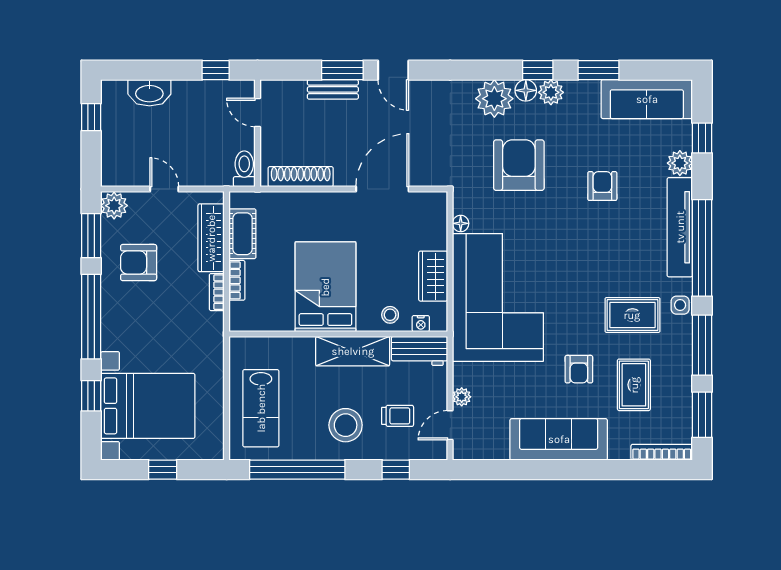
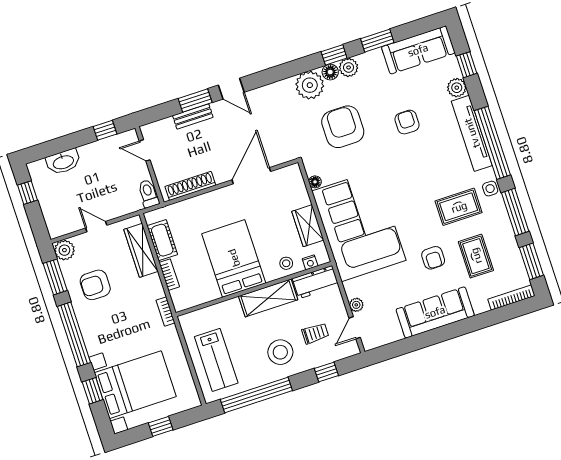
bookcase: (217, 292) -> (166, 312), moved

